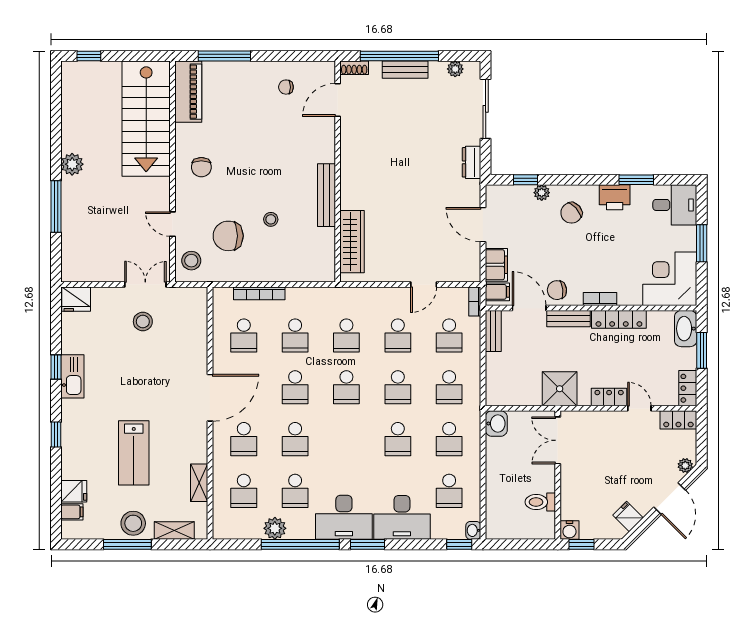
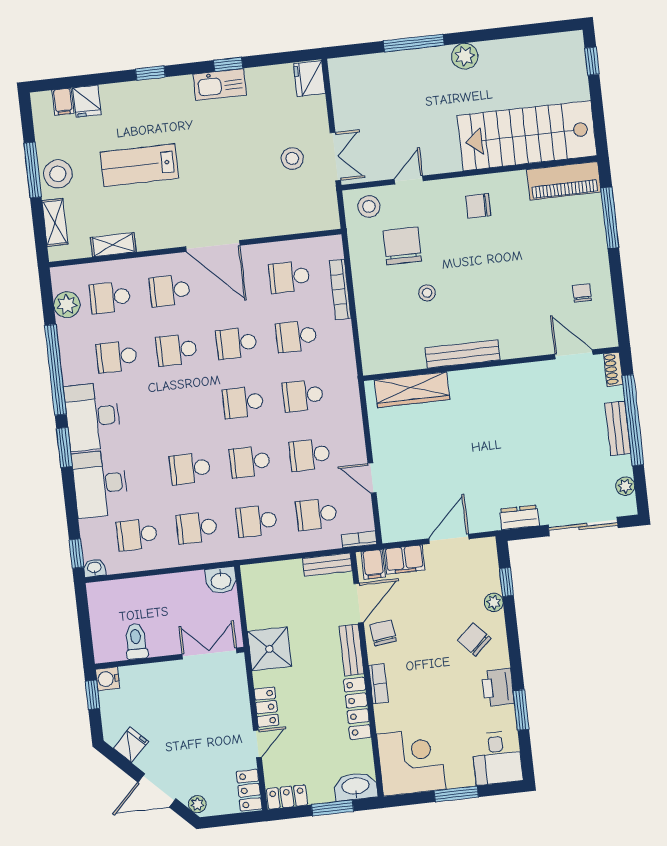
plant: (275, 528) -> (67, 305), moved

